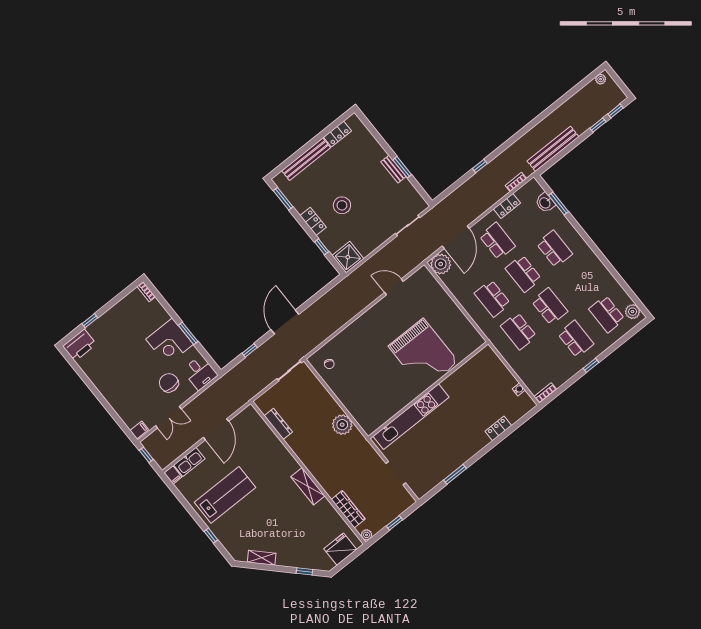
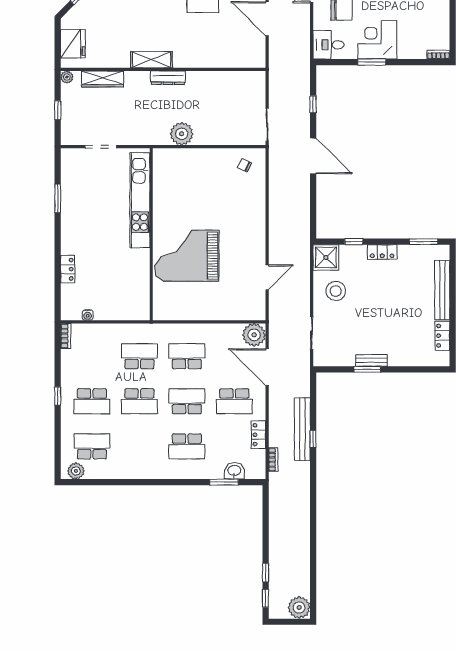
plant: (601, 79) -> (299, 608), width x1.88, depth x1.88
bench: (553, 149) -> (302, 429), moved
stool: (342, 205) -> (336, 291), moved
dresser: (278, 424) -> (168, 78), moved

